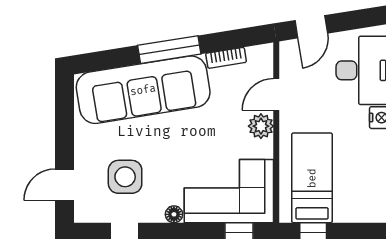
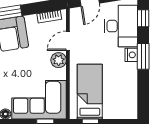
bookcase: (226, 58) -> (49, 16), moved

